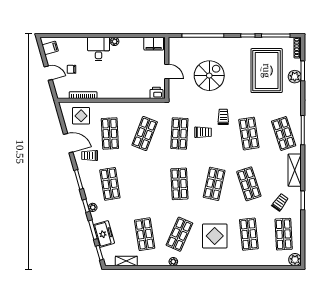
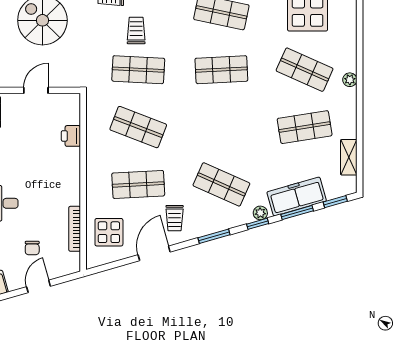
printer: (156, 93) -> (71, 136), moved
shop shelf: (110, 184) -> (221, 184), turned 33
freezer: (104, 234) -> (297, 197), width x1.40

